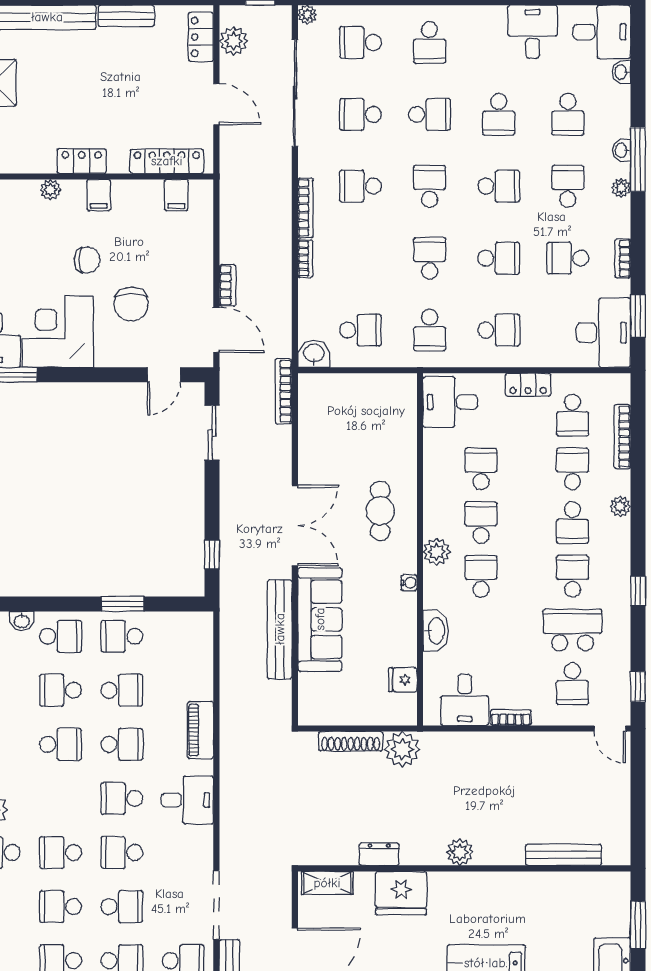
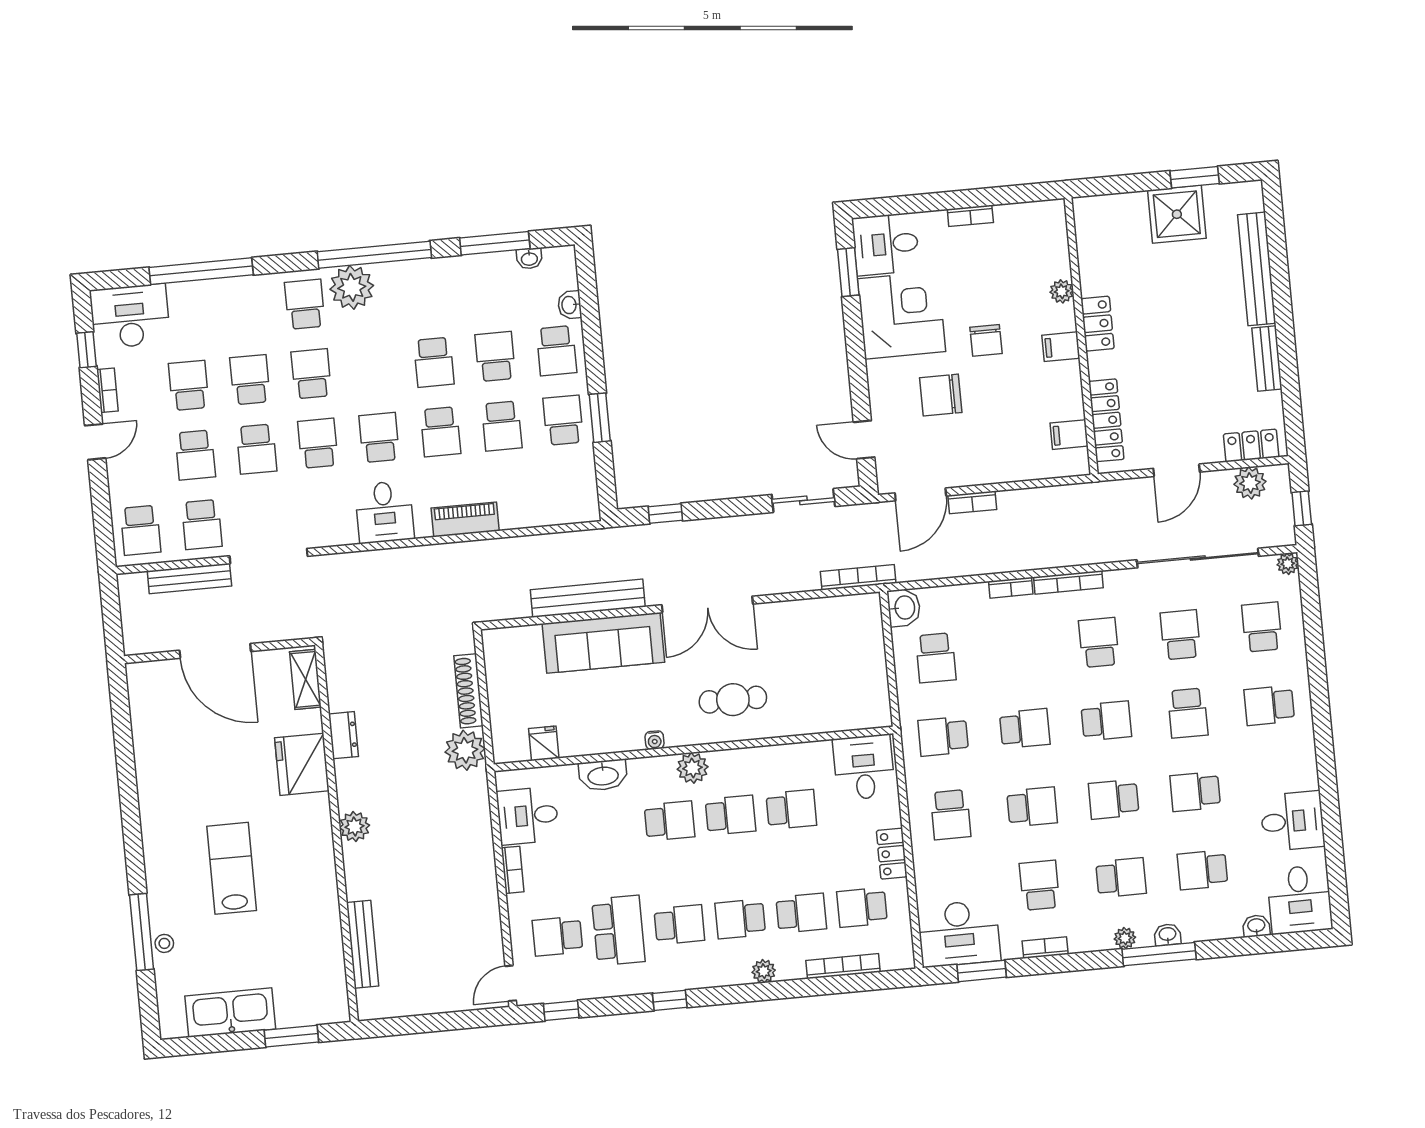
school desk: (499, 186) -> (1114, 799), turned 90
school desk: (499, 258) -> (1032, 807), turned -90

